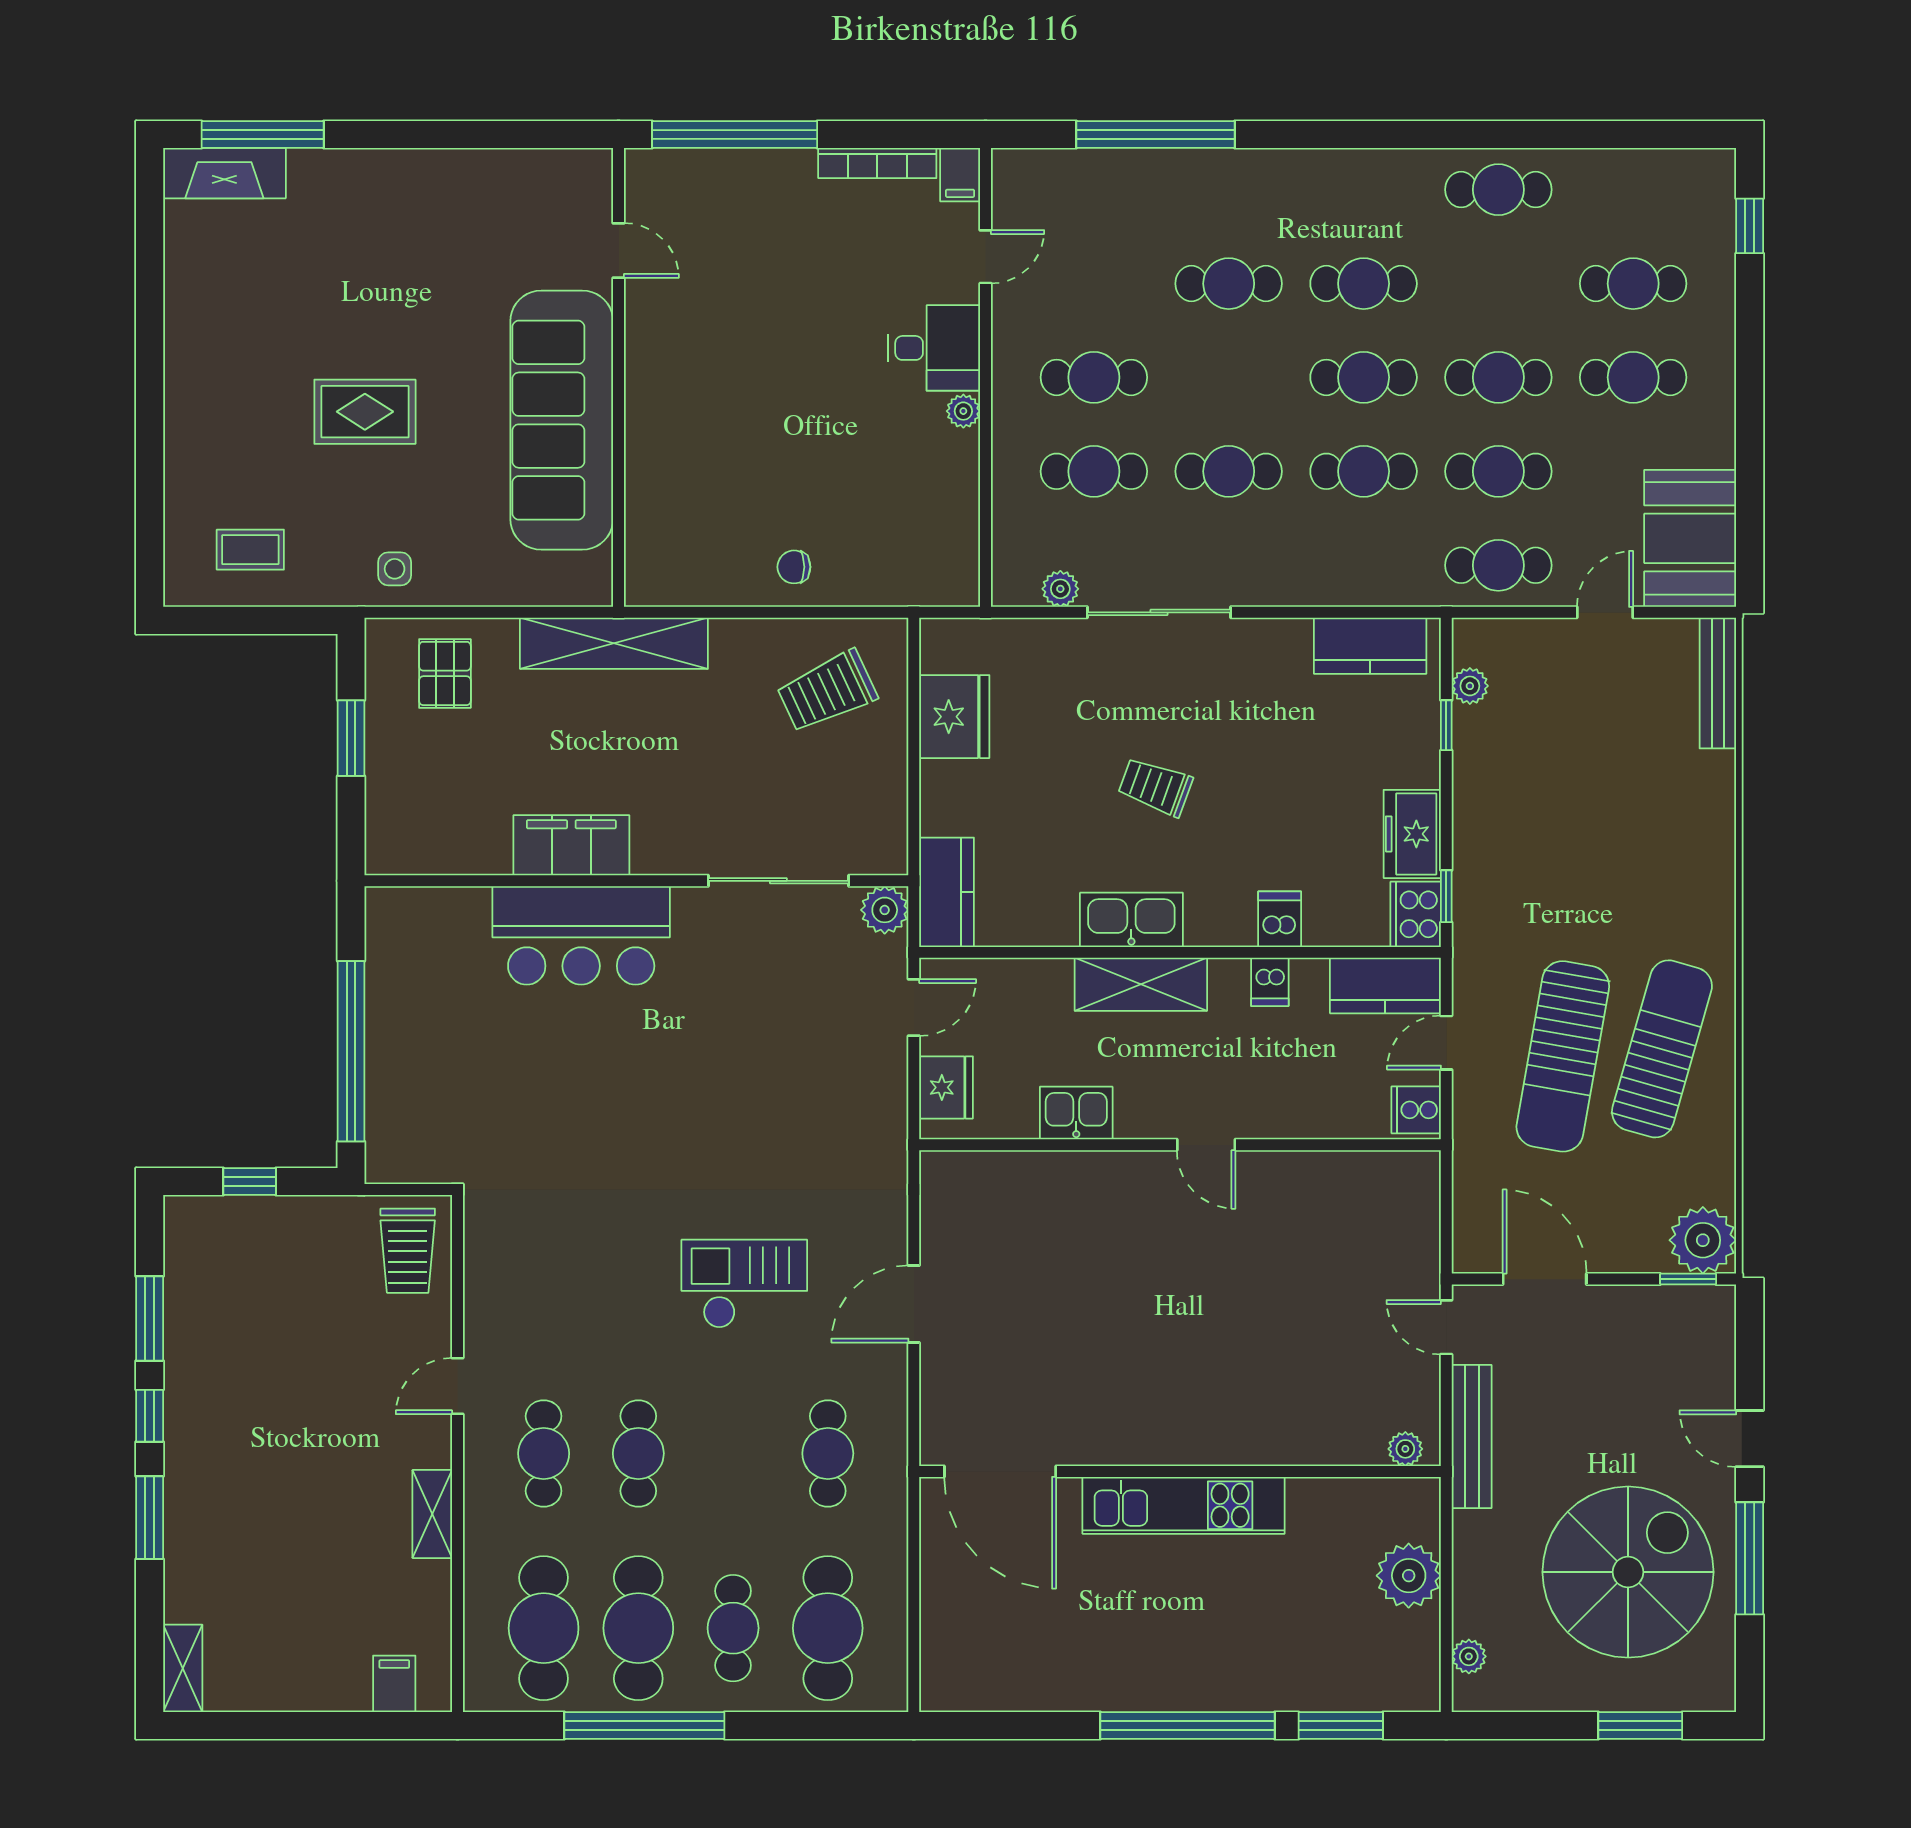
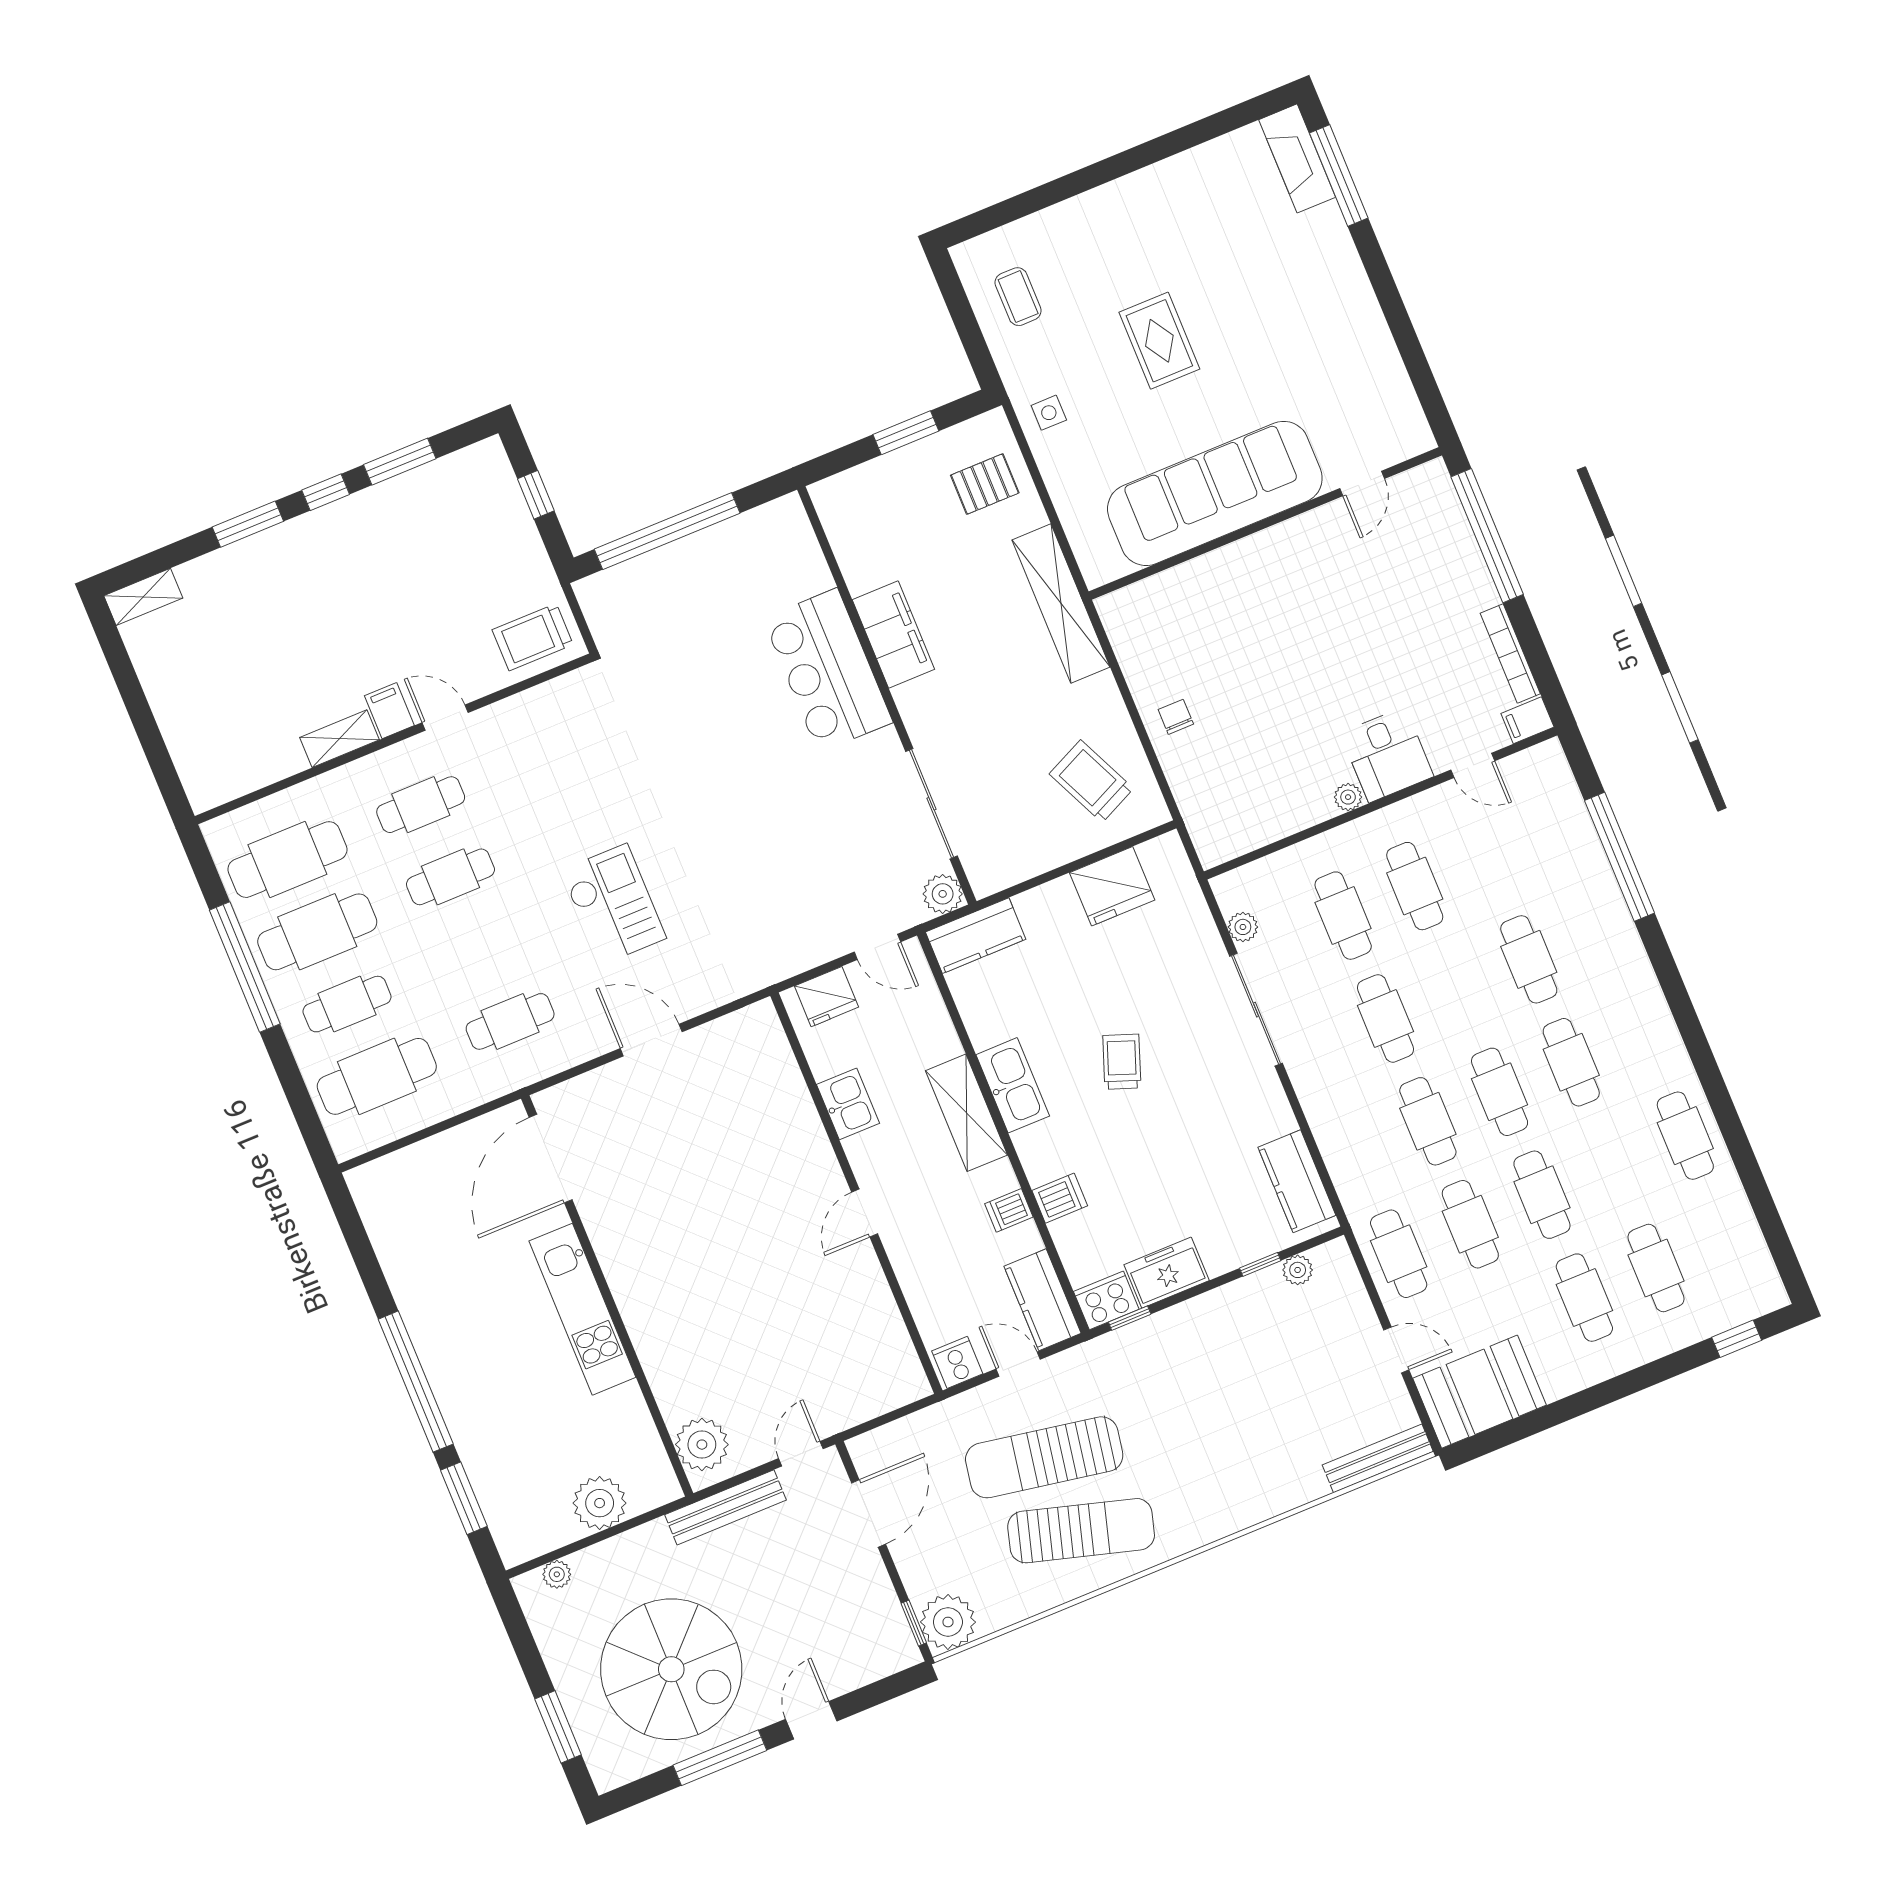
plant: (1405, 1449) -> (702, 1445), width x1.88, depth x1.88
filing cabinet: (394, 1684) -> (389, 711), moved, turned -90

